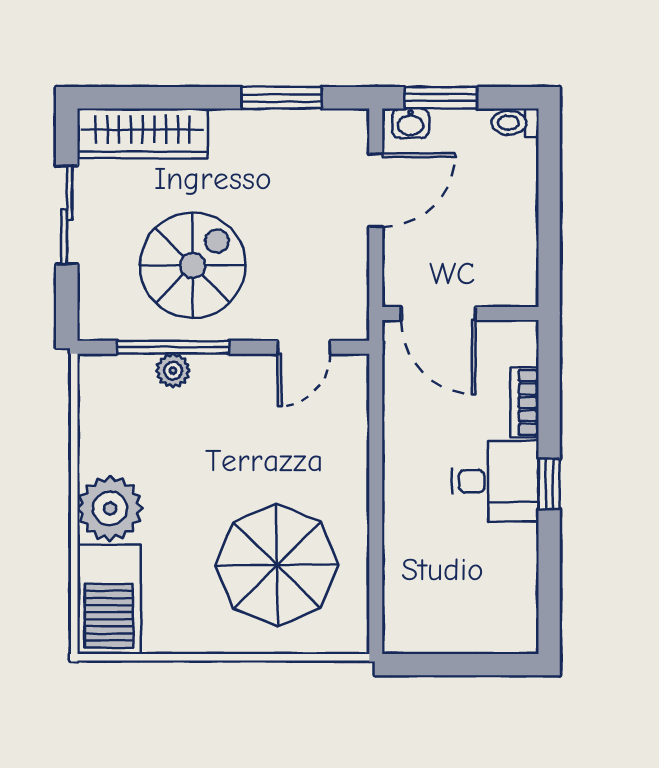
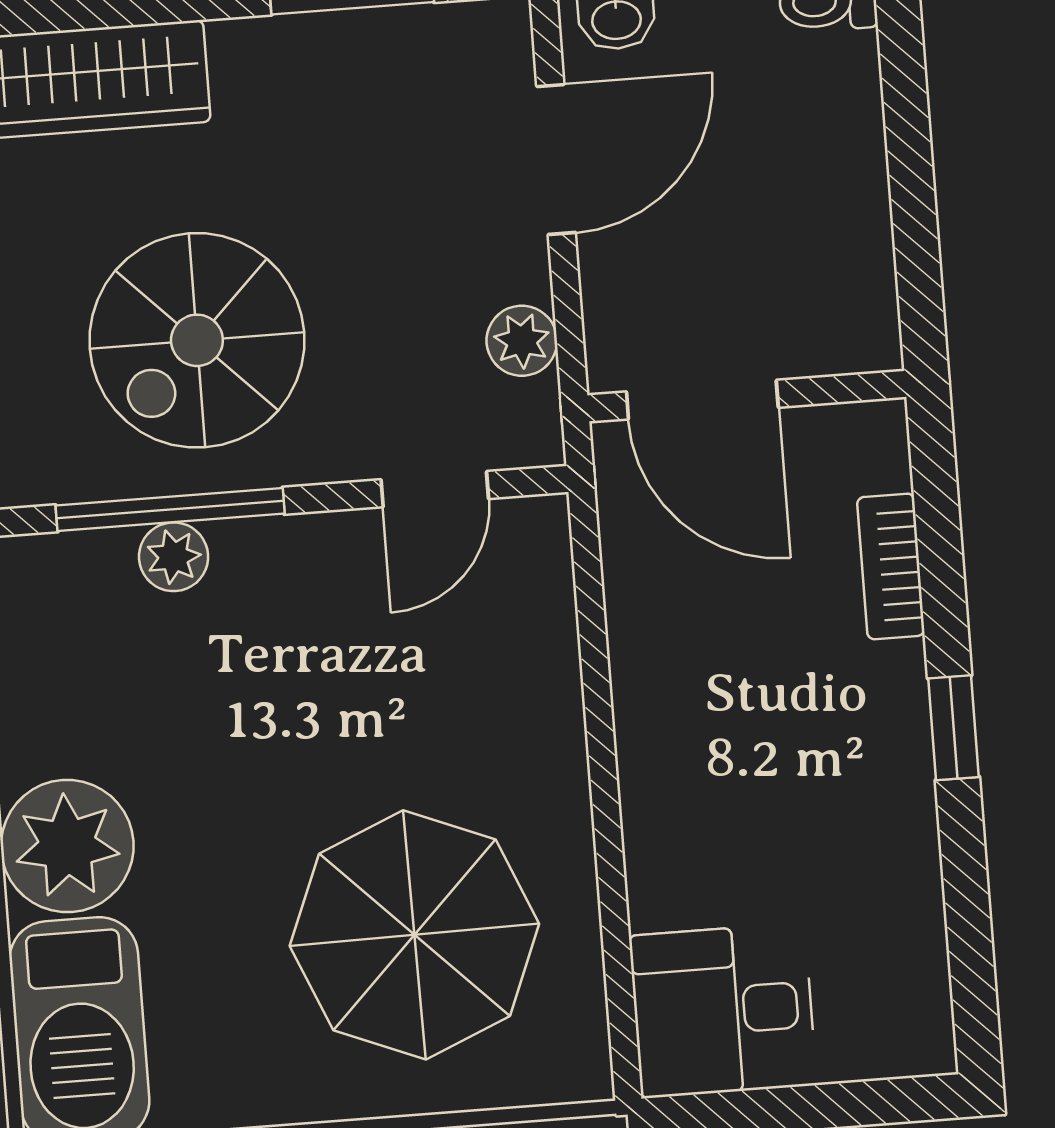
spiral stairs: (193, 265) -> (197, 340), turned 180
plant: (352, 278) -> (522, 341), added
desk: (495, 481) -> (723, 1010), moved, turned 180

